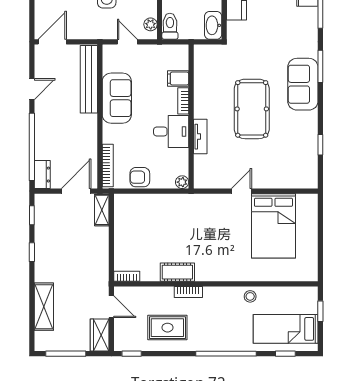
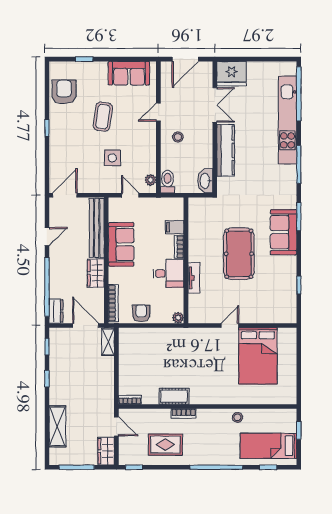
wardrobe: (88, 131) -> (96, 273), added
armchair: (140, 177) -> (141, 313), turned 90
door: (76, 191) -> (86, 325), hinge flipped

